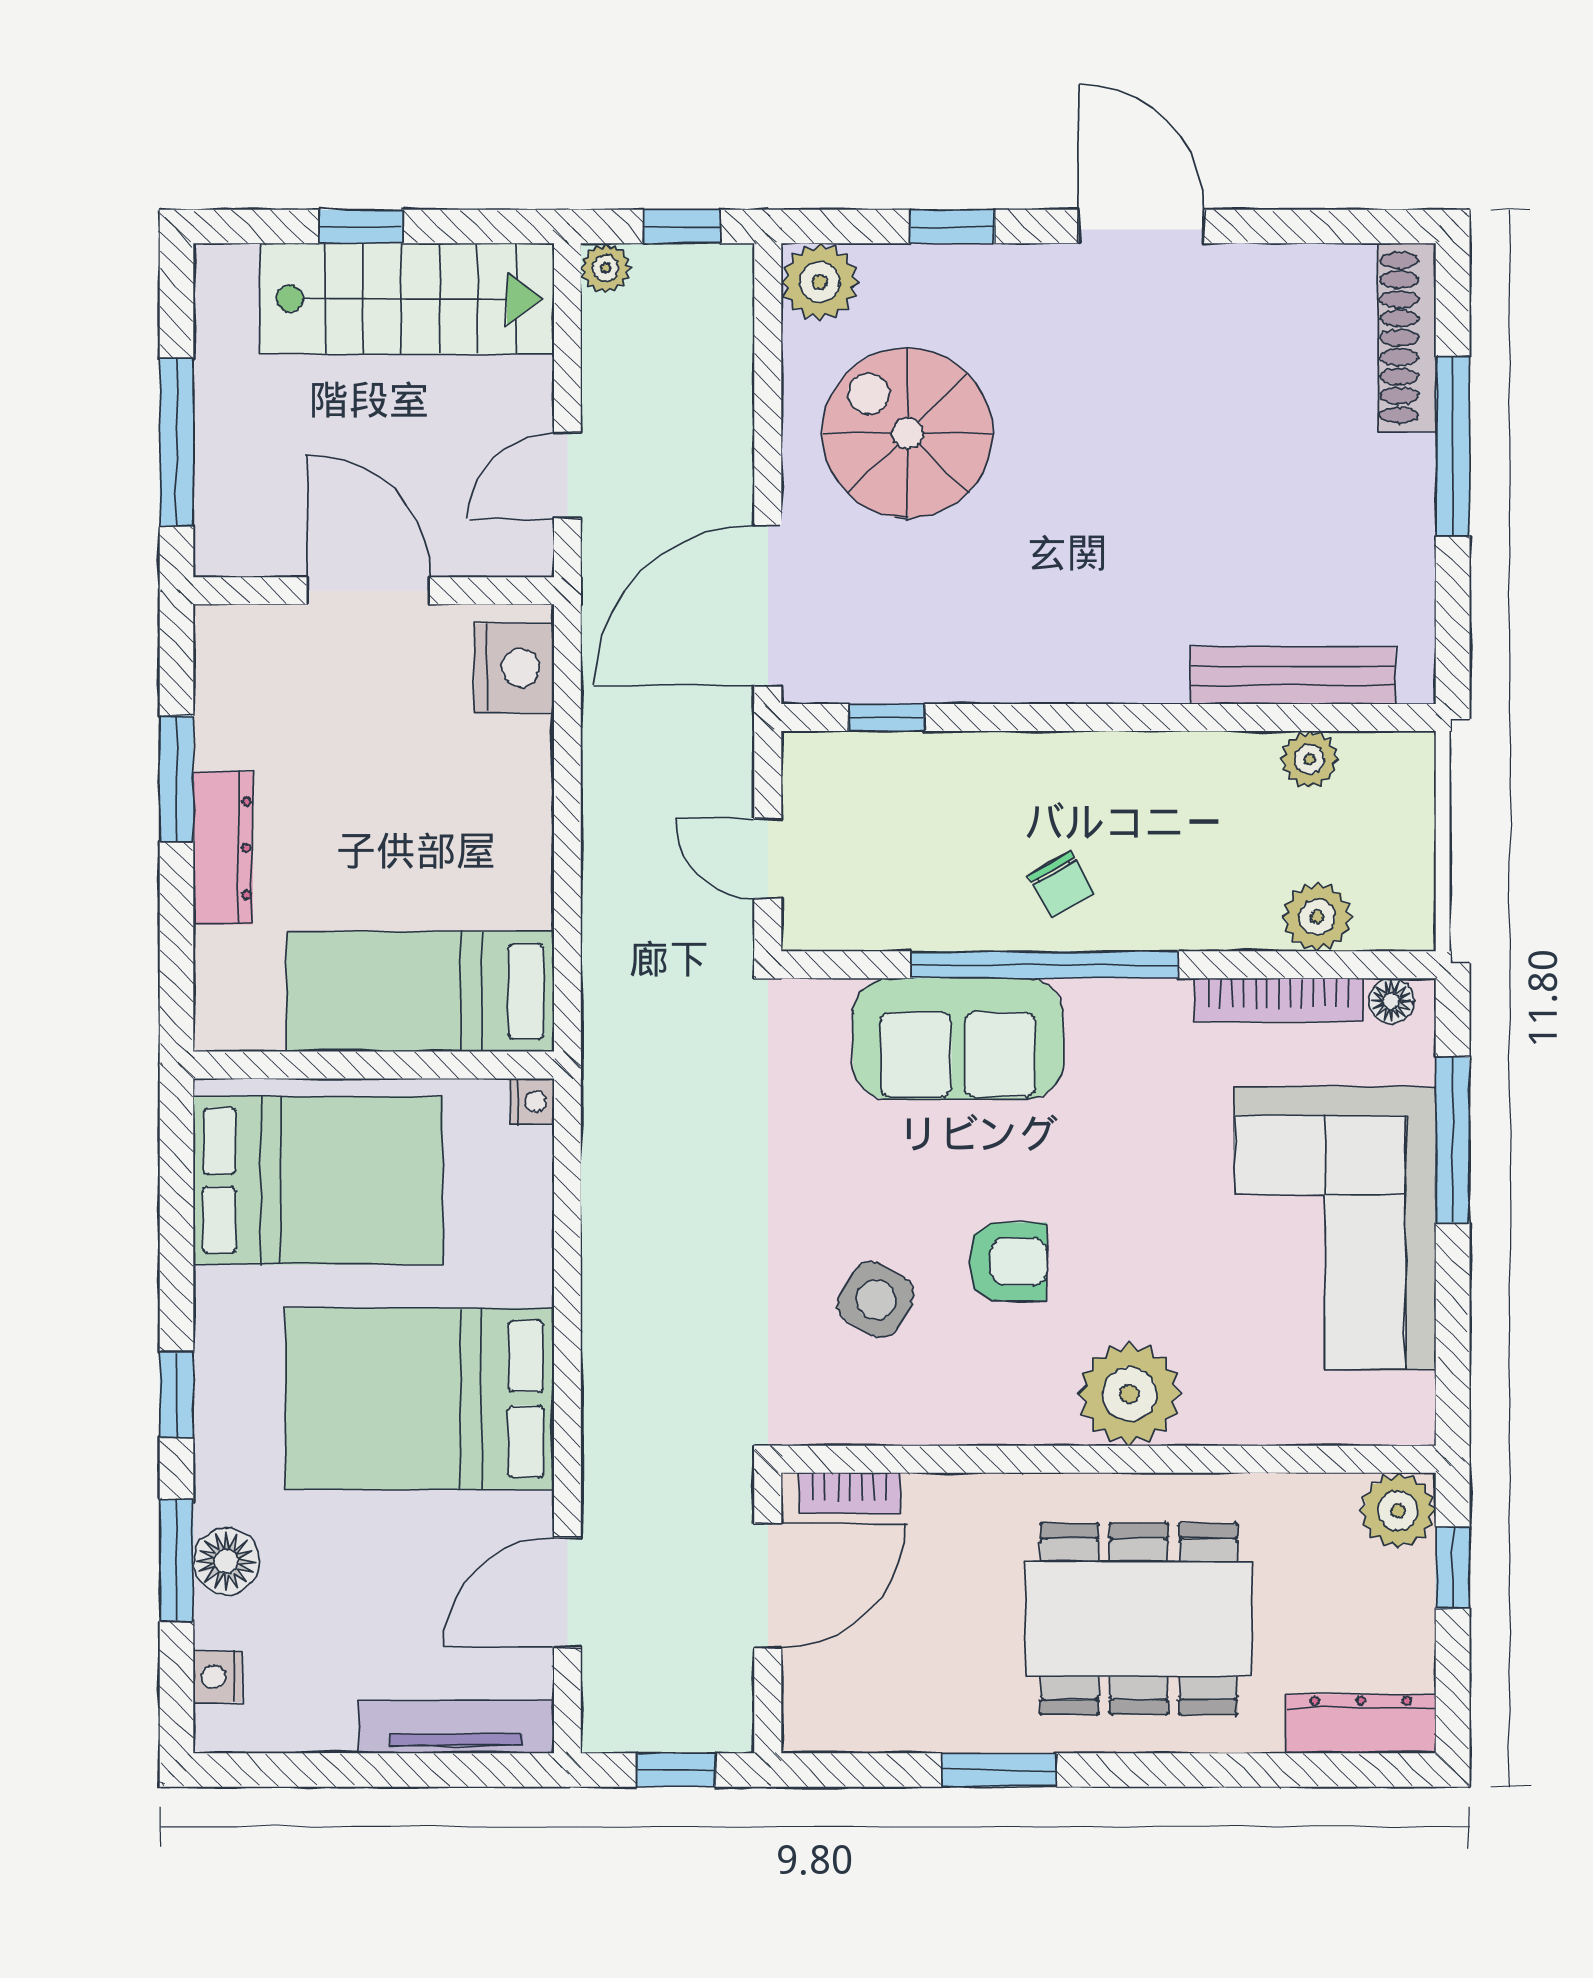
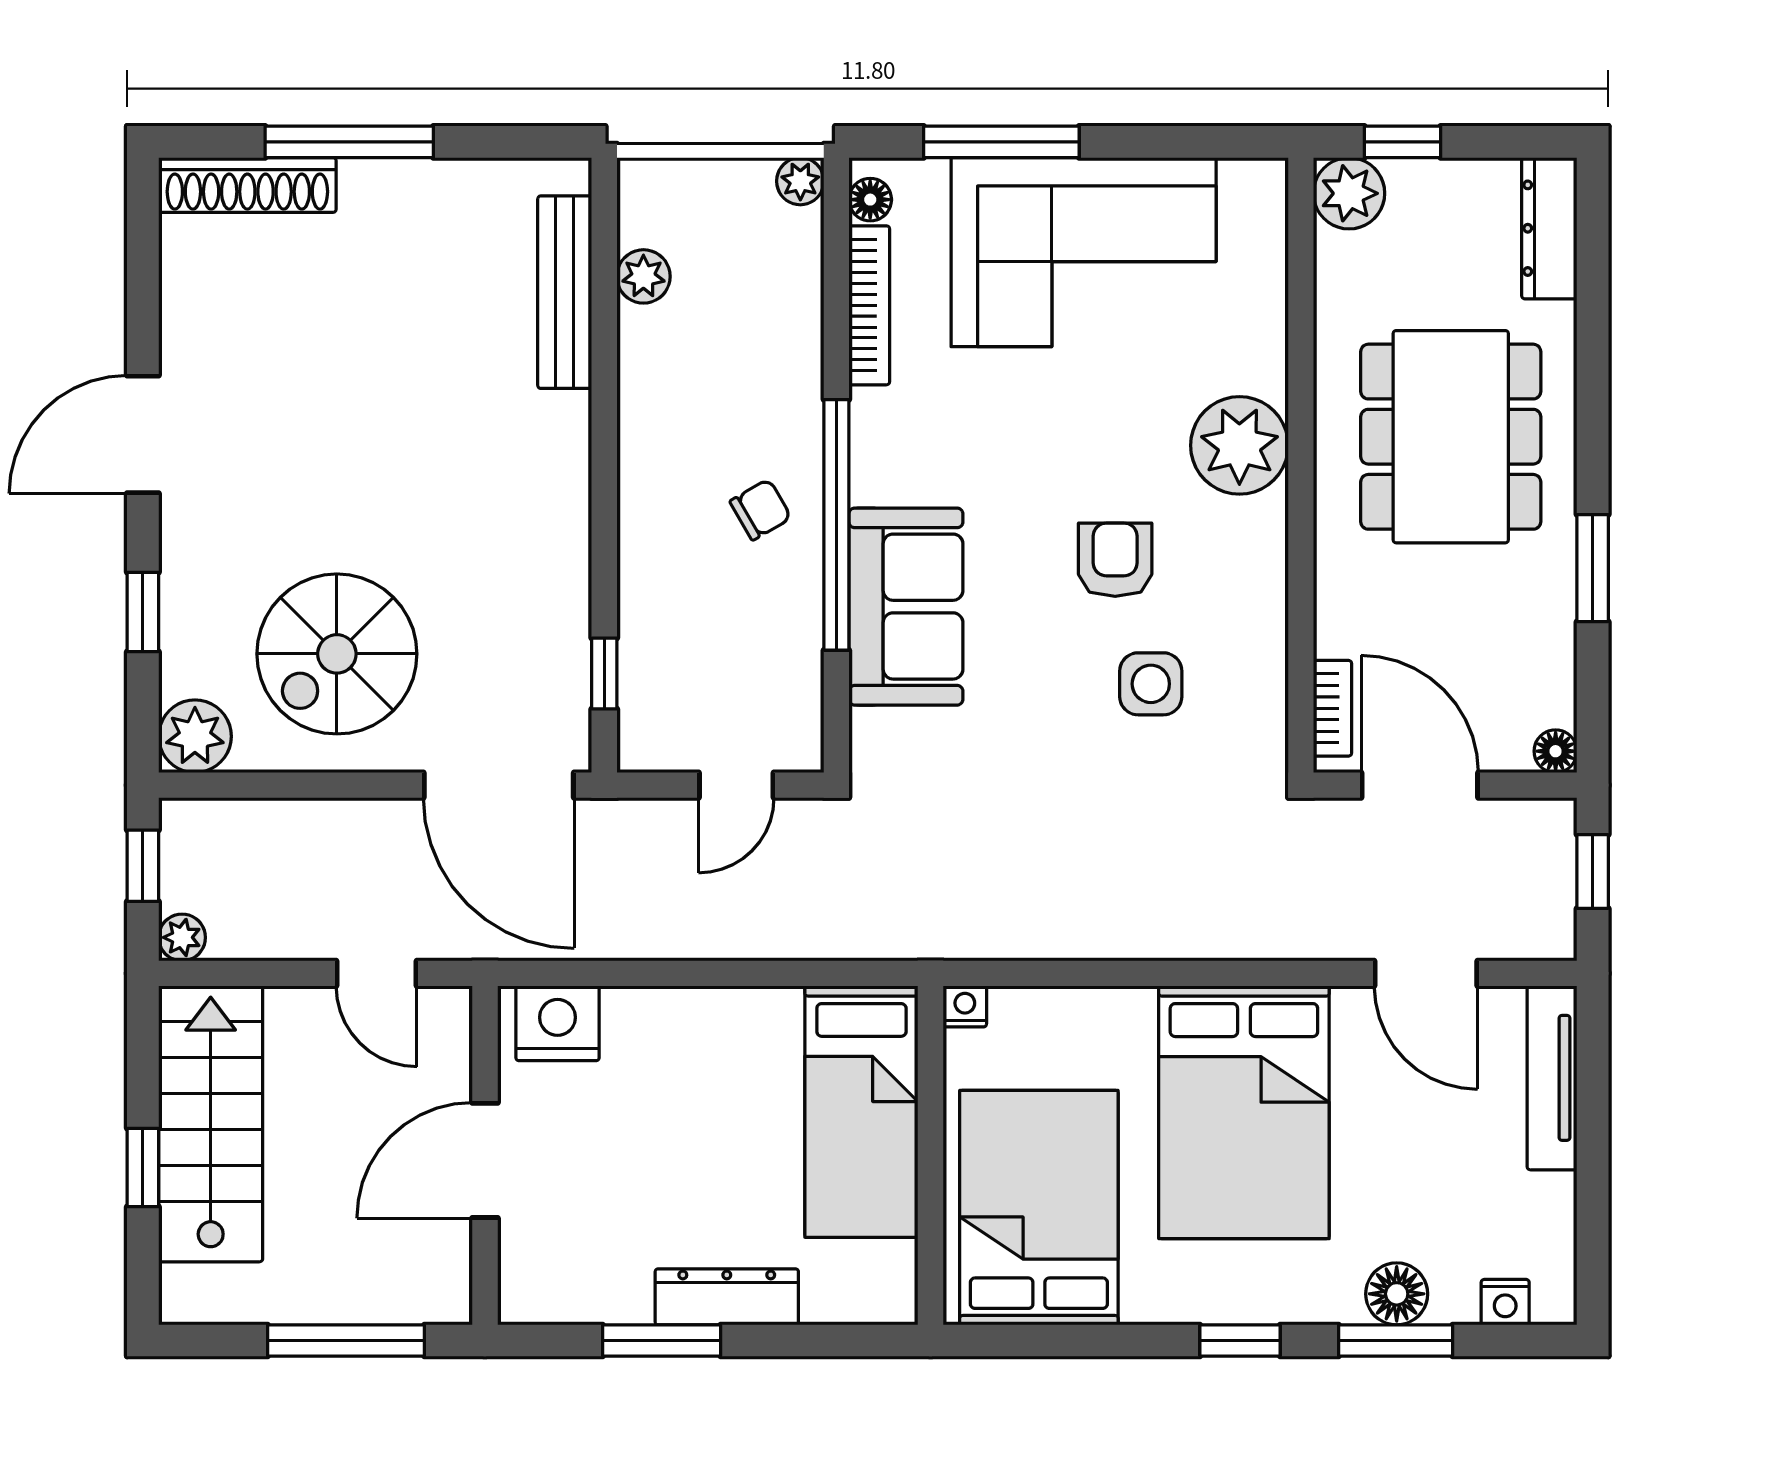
plant: (1317, 917) -> (800, 181), moved, width x0.73, depth x0.73
side table: (876, 1300) -> (1151, 684), turned -30
floor lamp: (804, 1730) -> (1556, 751), added

